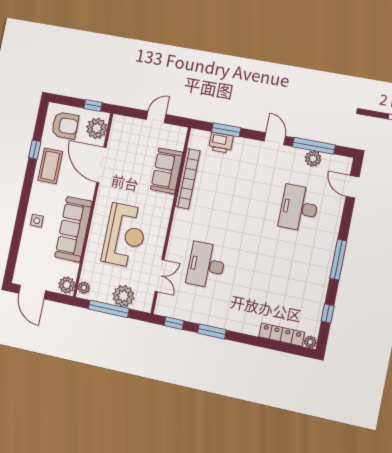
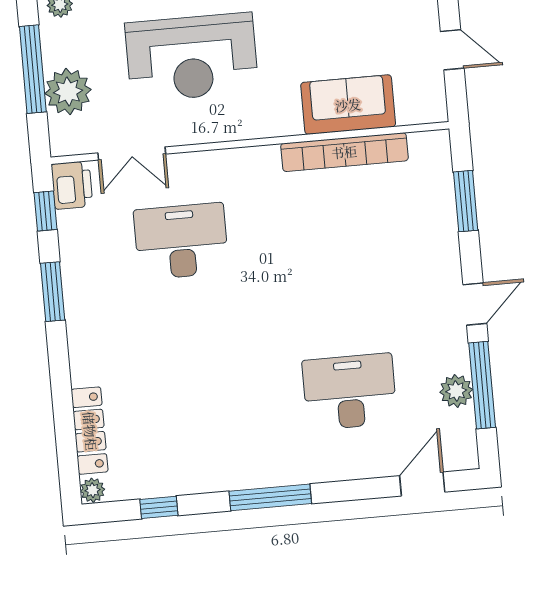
printer: (221, 143) -> (72, 185), moved, turned 180

